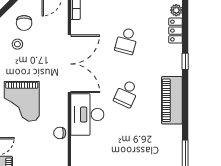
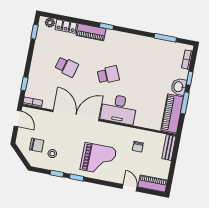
window: (185, 61) -> (106, 26), moved
school desk: (126, 94) -> (108, 75), turned -48
piano: (172, 100) -> (91, 32), moved, width x0.73, depth x0.75
chair: (60, 133) -> (138, 147), moved

